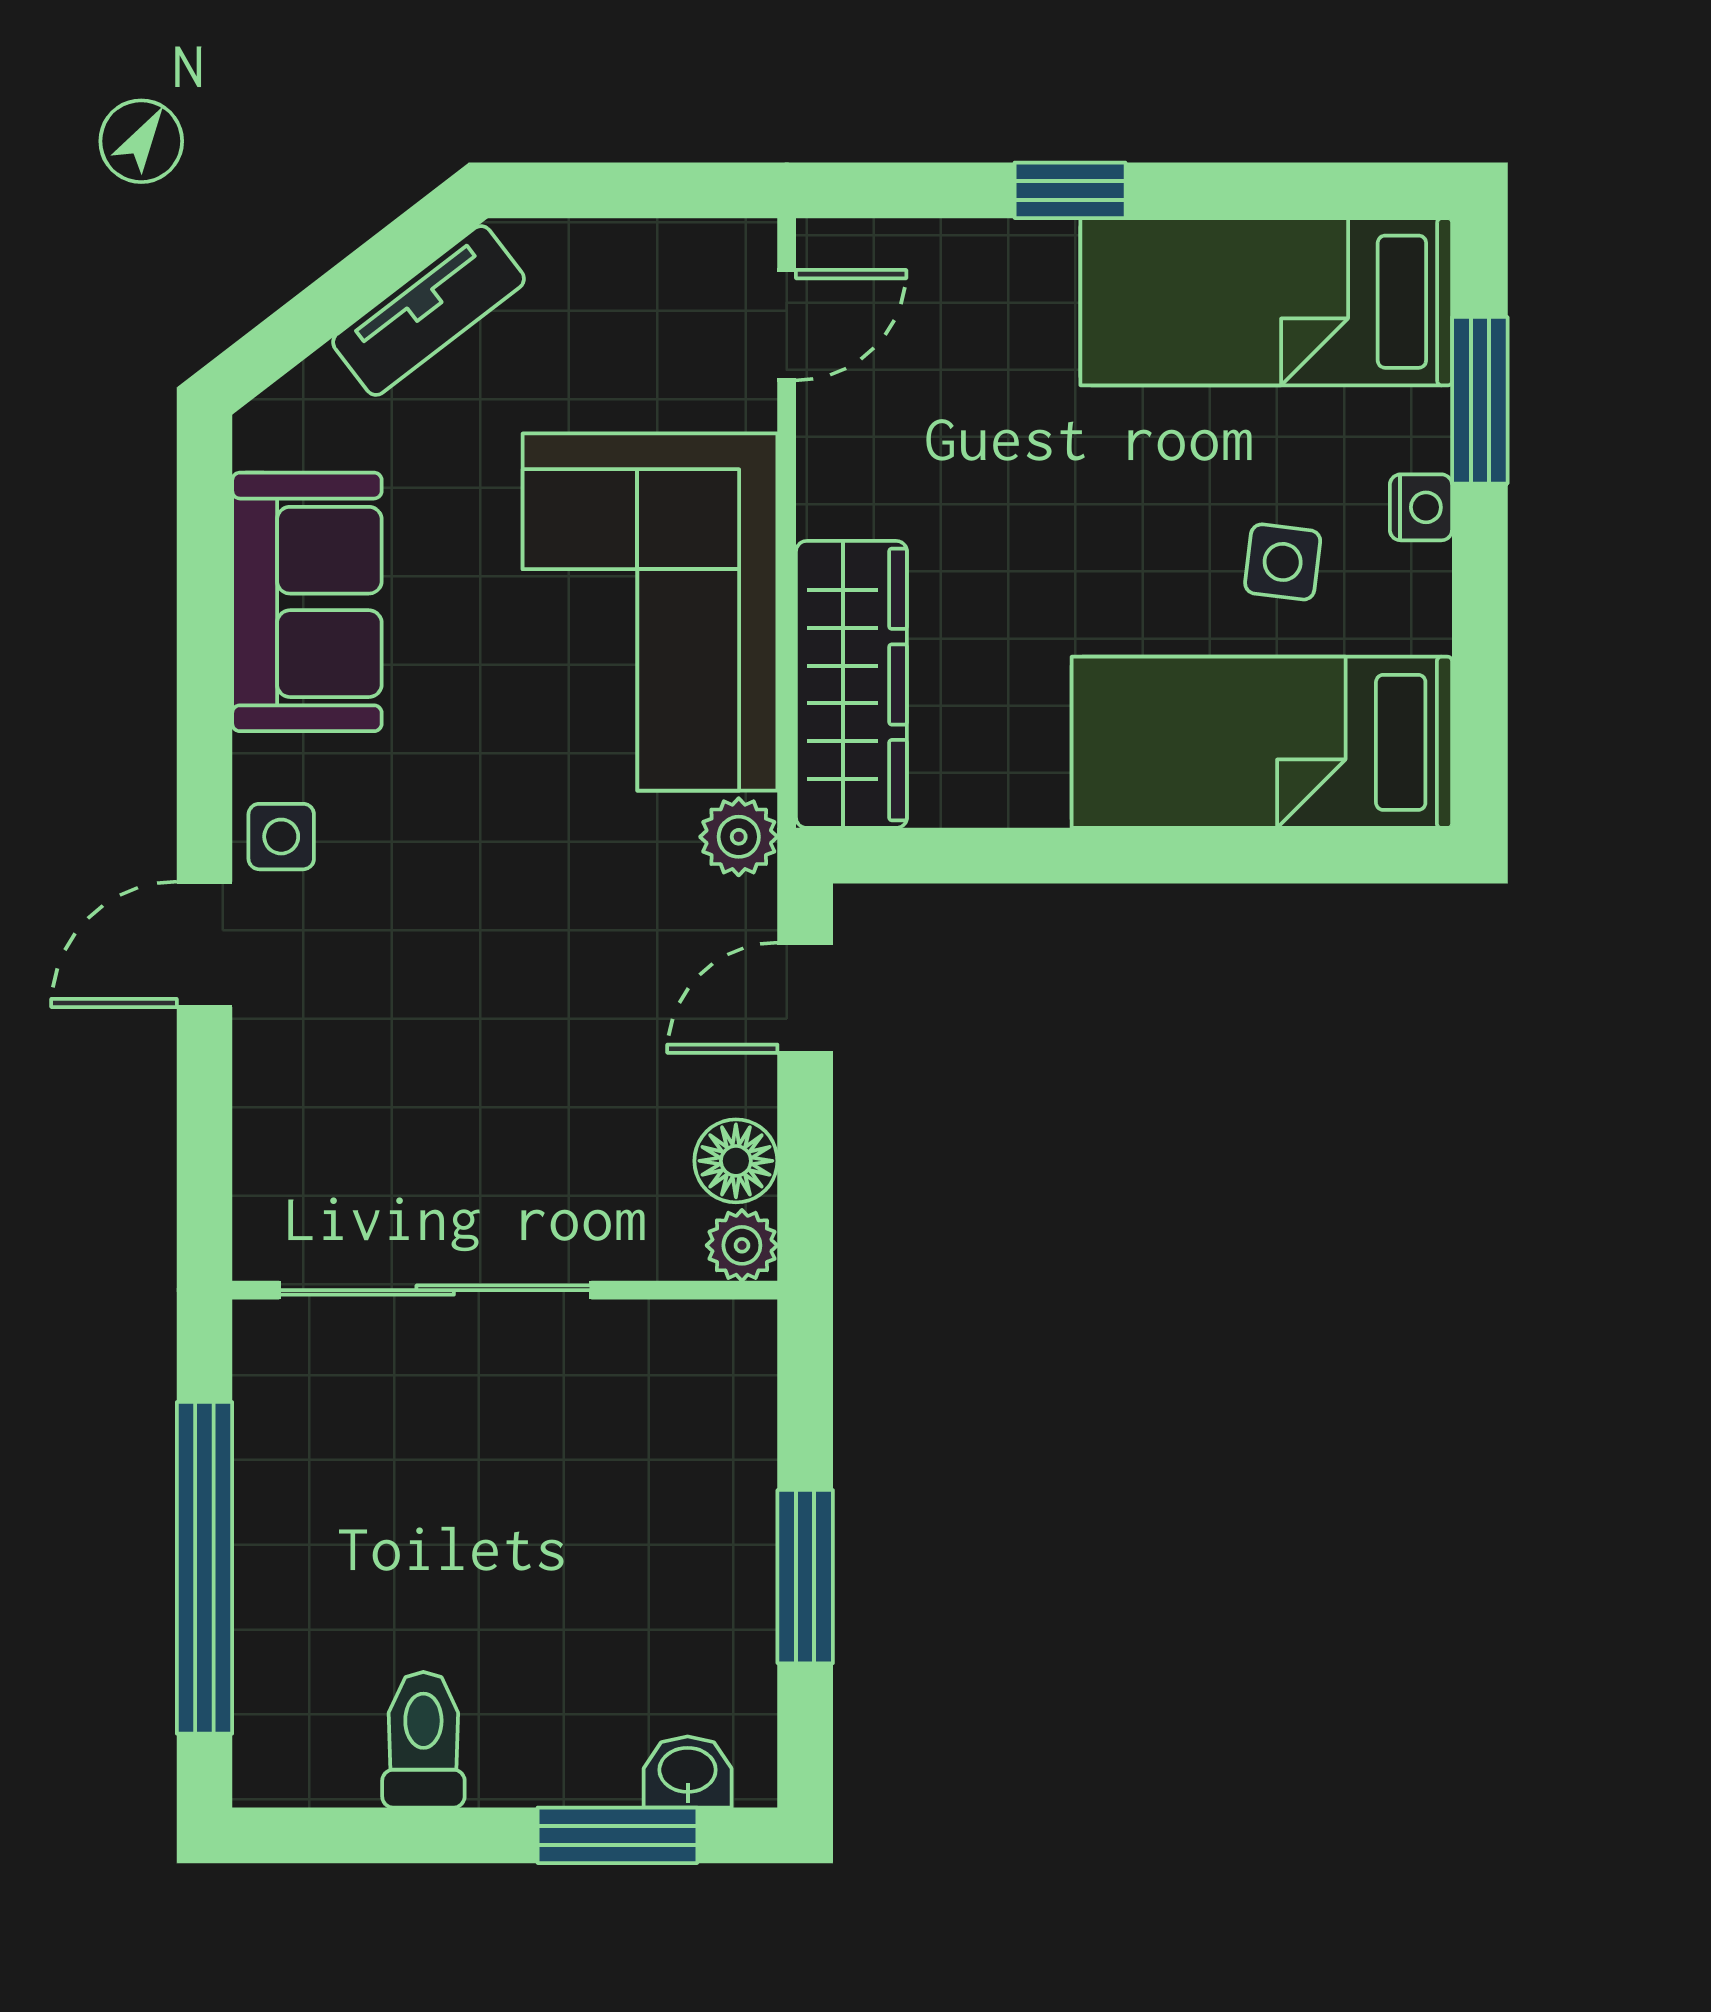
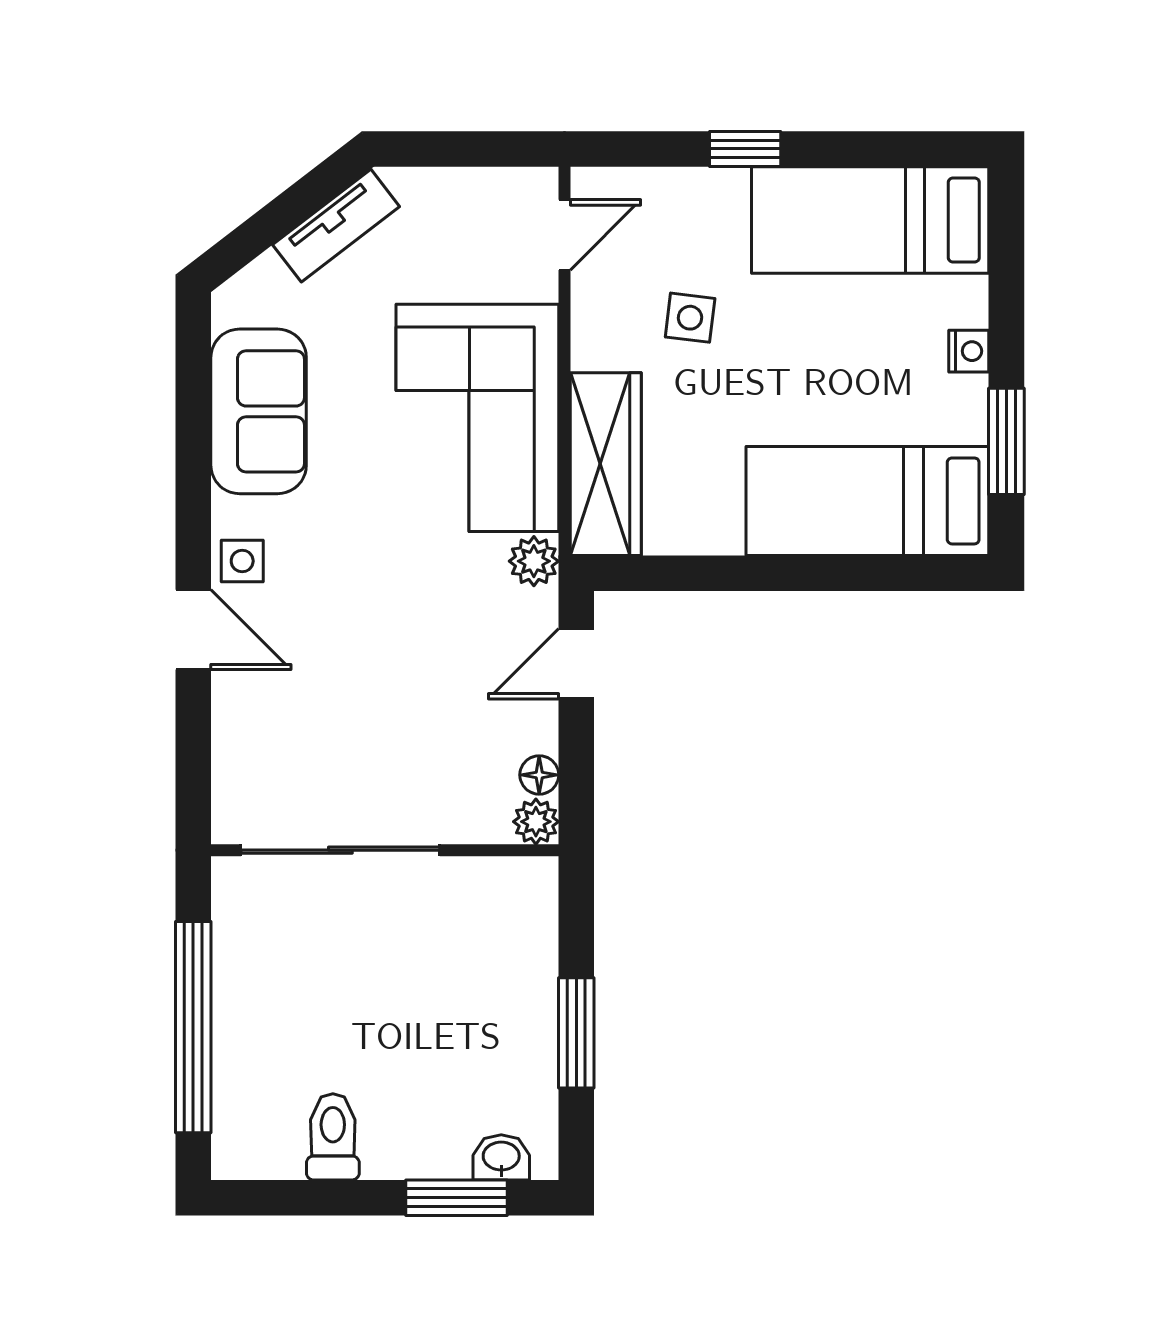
window: (1480, 400) -> (1006, 441), moved
side table: (1283, 562) -> (690, 318), moved
door: (204, 944) -> (193, 630), swing flipped
floor lamp: (736, 1161) -> (539, 775), width x0.73, depth x0.73

